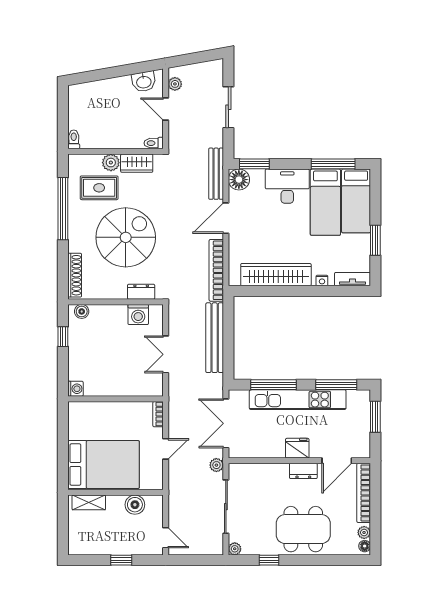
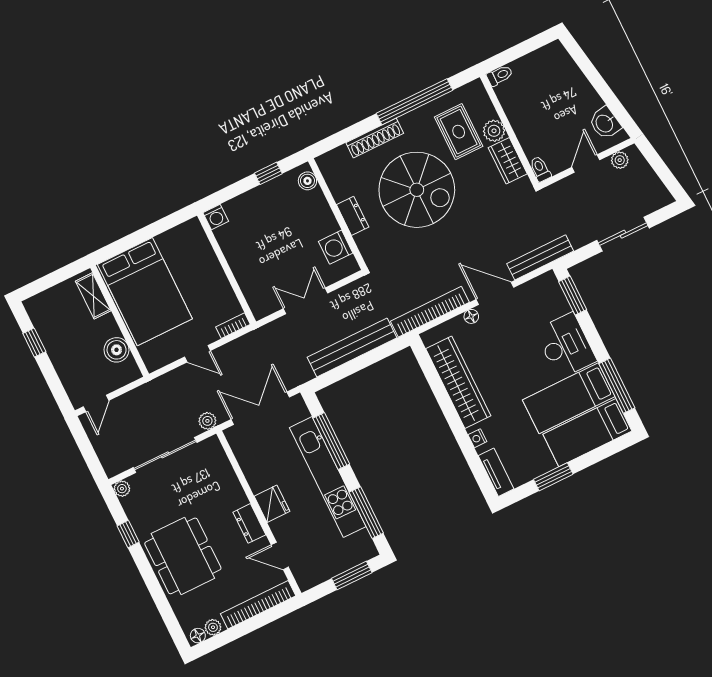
floor lamp: (239, 180) -> (471, 316), moved, width x0.53, depth x0.53
shoe rack: (75, 275) -> (375, 138), moved
dresser: (141, 292) -> (353, 216), moved
door: (337, 461) -> (280, 556), width x0.73
window: (121, 560) -> (34, 343), moved

